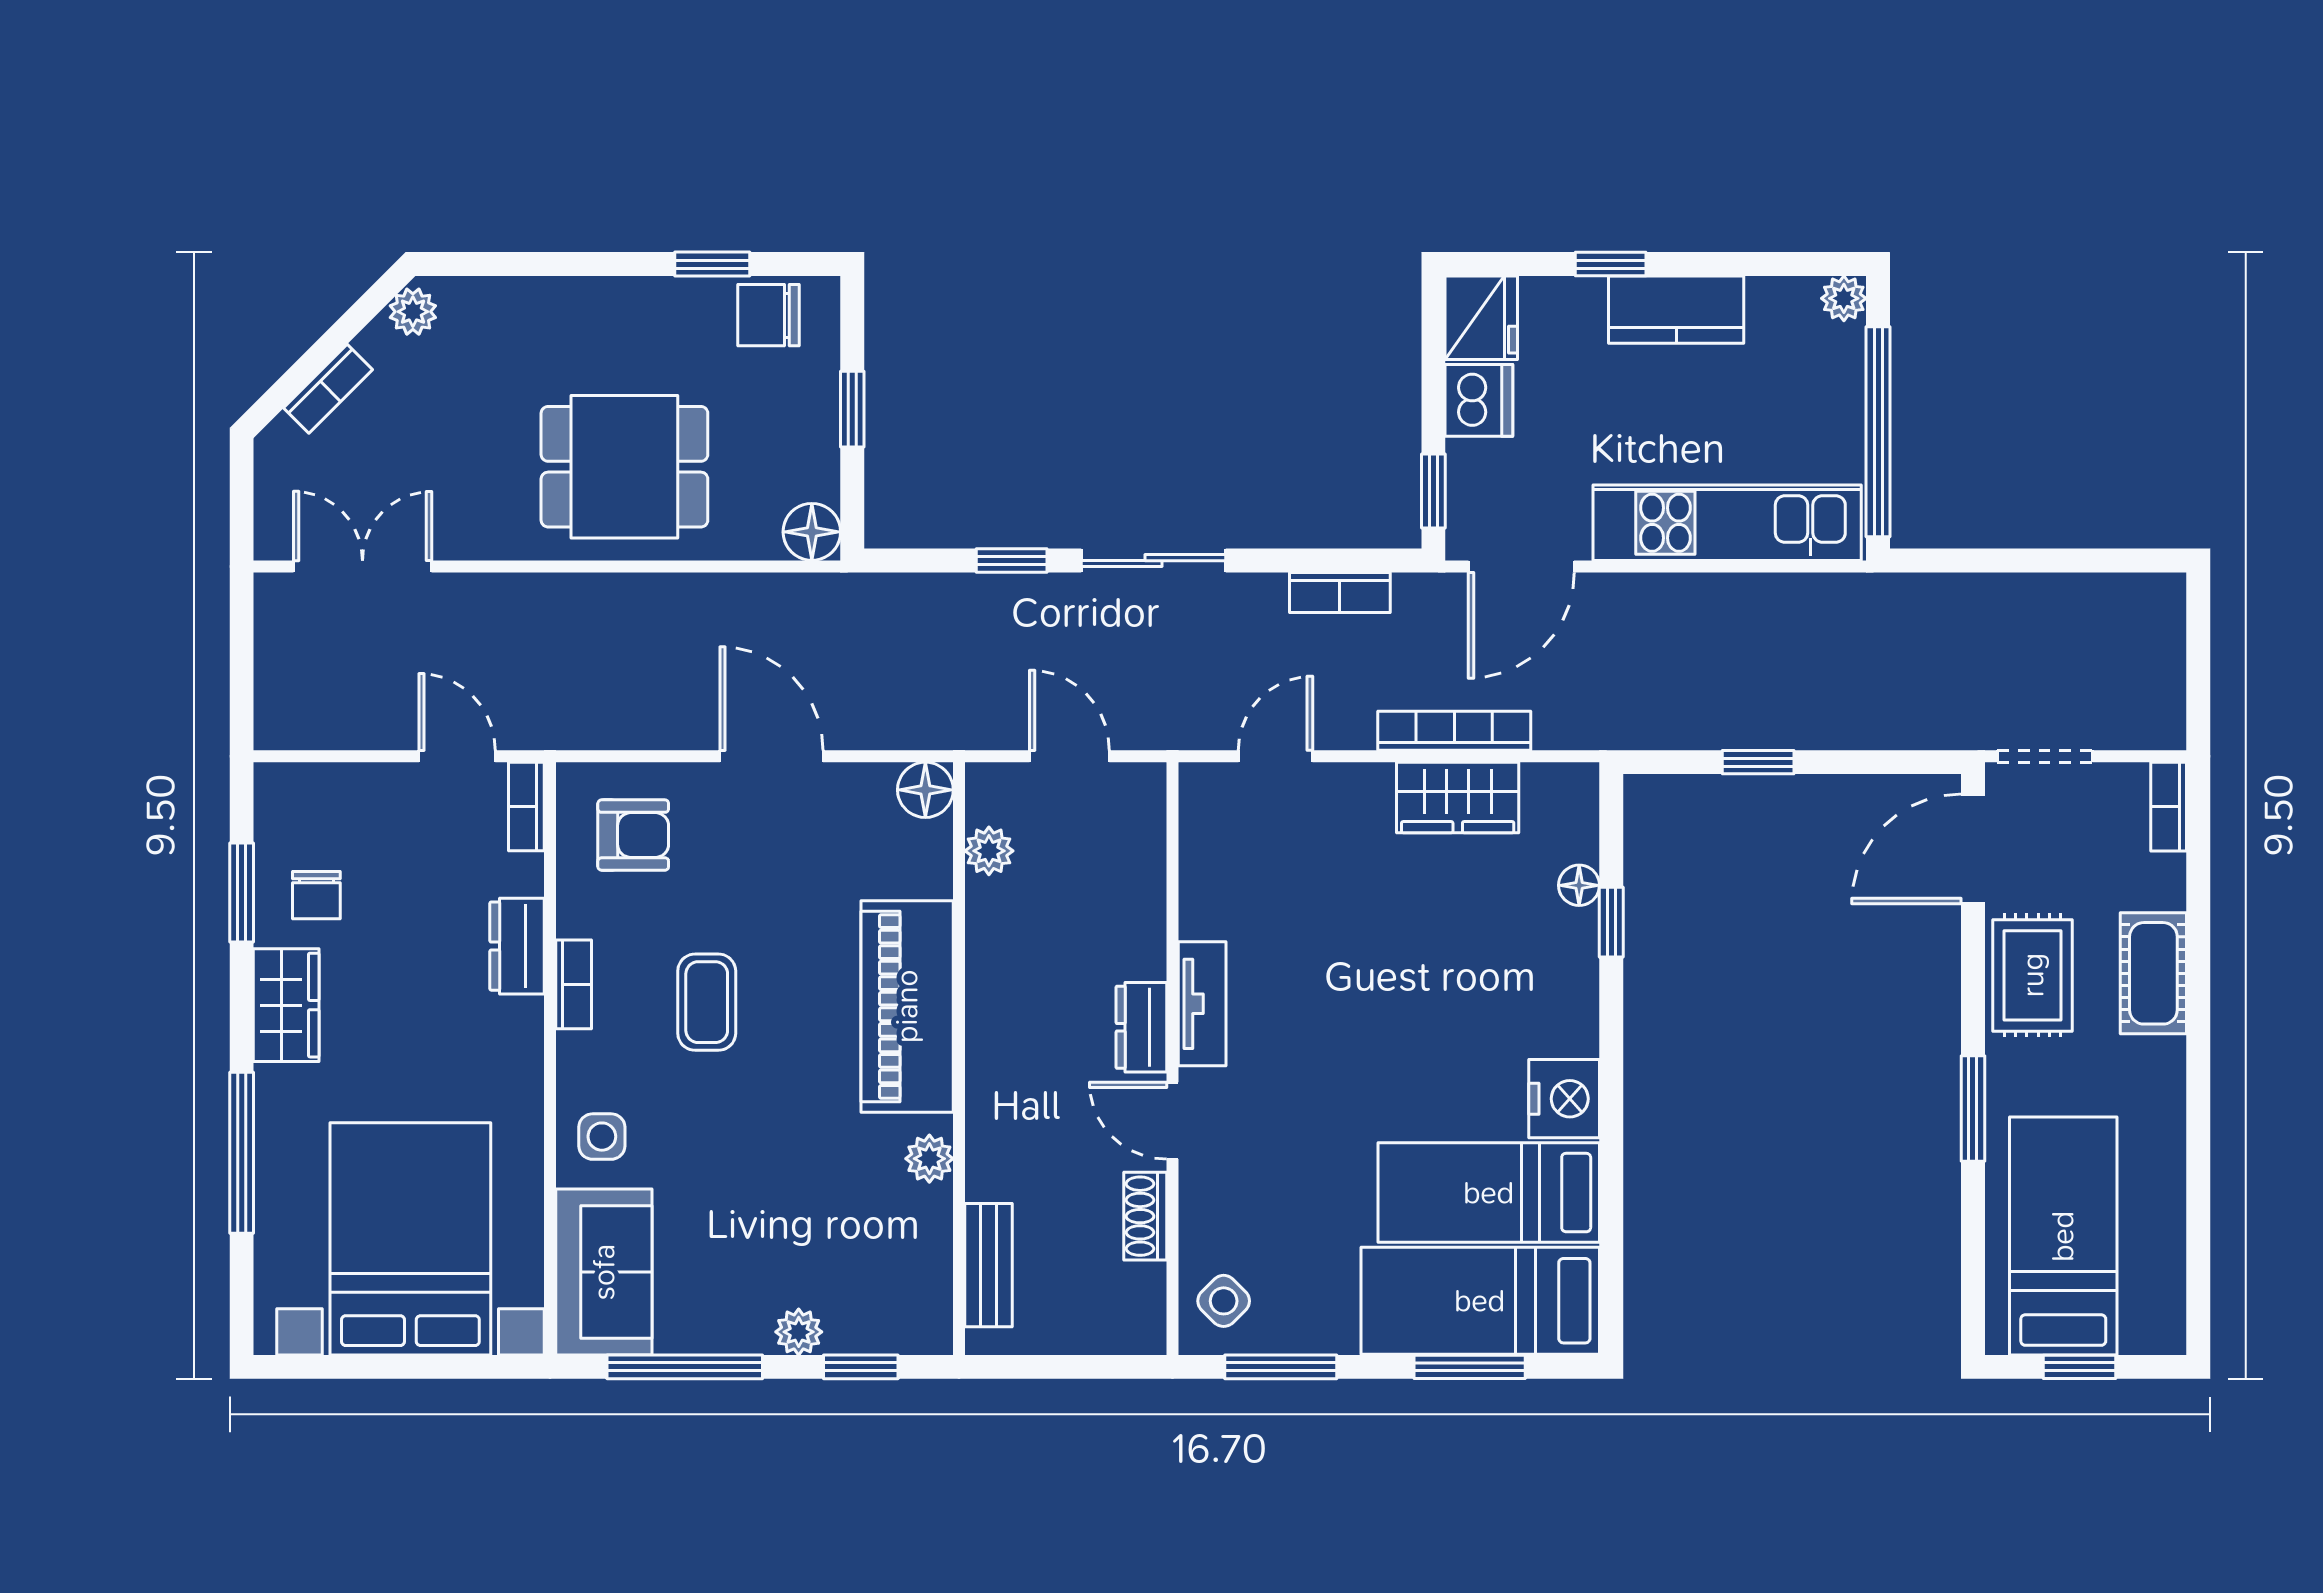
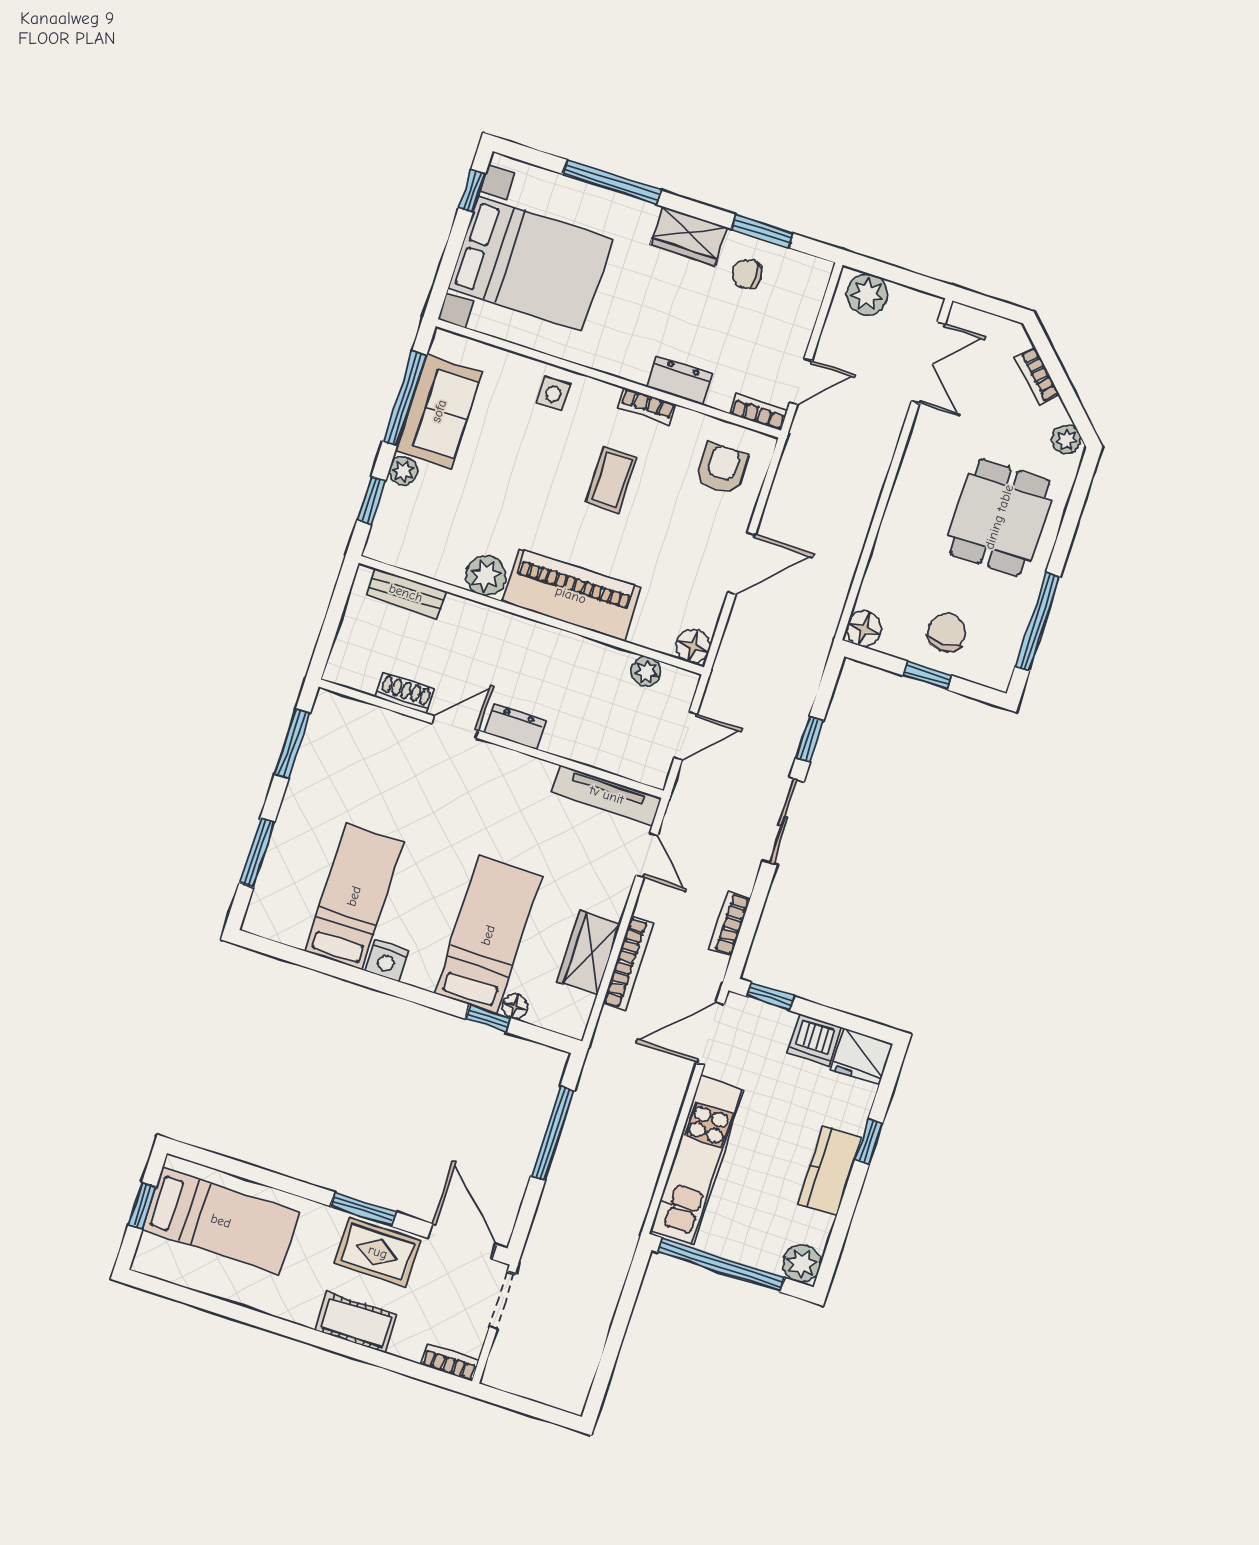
window: (712, 264) -> (1038, 622), width x2.17
plant: (1844, 298) -> (802, 1264), width x1.38, depth x1.38
chair: (768, 315) -> (946, 633), moved
dining table: (624, 467) -> (999, 517), moved
door: (1521, 566) -> (710, 1033), hinge flipped
plant: (287, 697) -> (867, 294), added
window: (1758, 762) -> (553, 1133), width x2.17
armchair: (633, 835) -> (722, 469), turned 180
coffee table: (707, 1002) -> (611, 480), turned 90
tv unit: (1202, 1004) -> (607, 795), moved, width x1.41
nightstand: (1564, 1099) -> (387, 961), width x0.74, depth x0.75
window: (1973, 1108) -> (363, 1209), moved
plant: (929, 1159) -> (486, 576), width x1.38, depth x1.38
sofa: (604, 1272) -> (439, 411), moved, turned -90
side table: (1224, 1301) -> (341, 723), removed
bed: (1480, 1301) -> (488, 935), moved
window: (326, 1367) -> (472, 191), added

